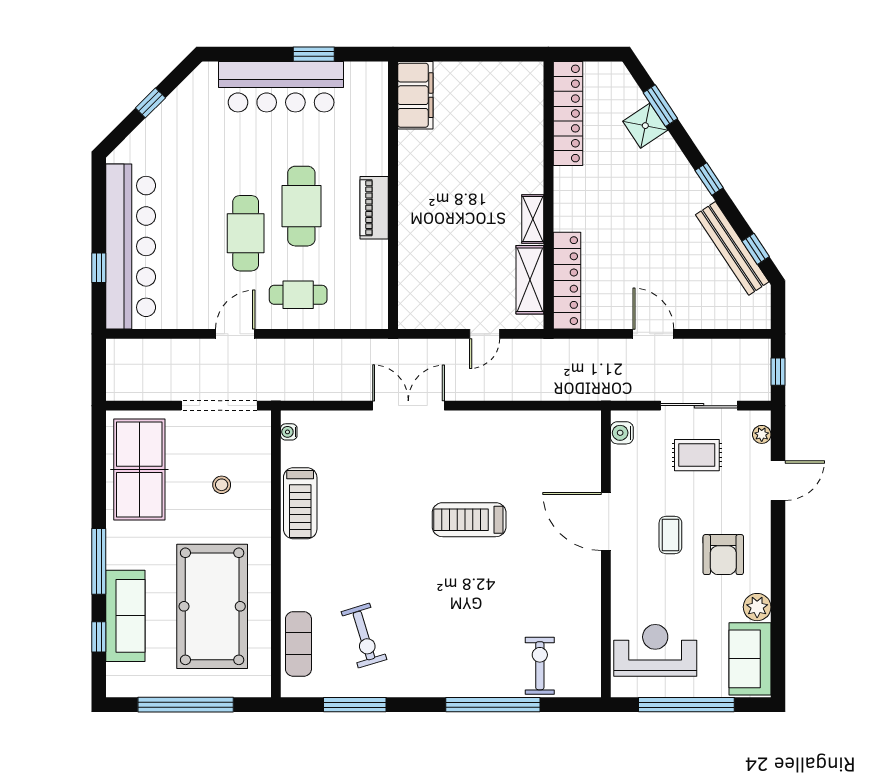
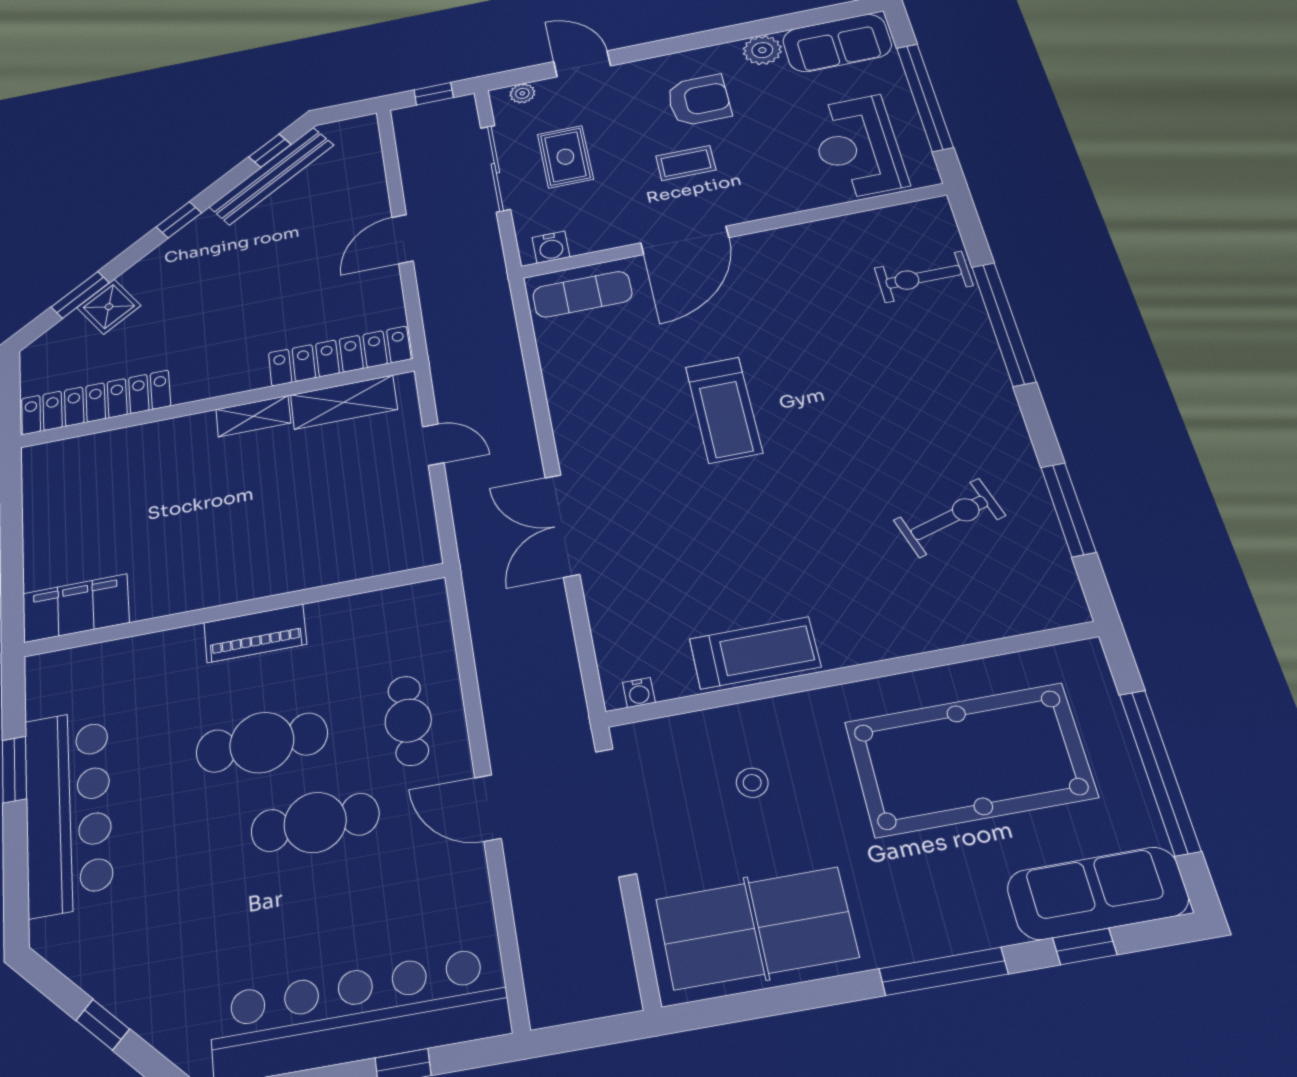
sofa: (125, 616) -> (1097, 893), moved
exercise mat: (298, 644) -> (582, 294), moved

